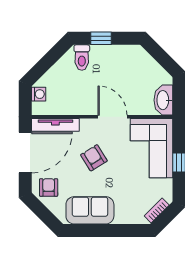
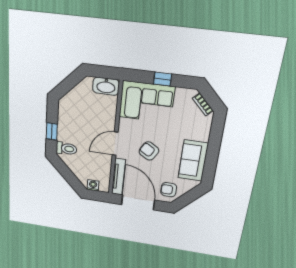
door: (113, 117) -> (115, 144), moved
armchair: (94, 158) -> (149, 151), turned 63

